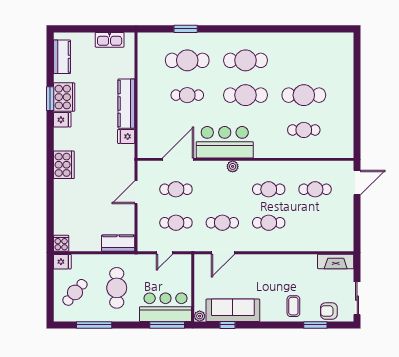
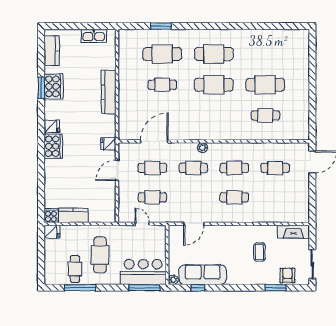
fridge: (62, 120) -> (52, 126), moved
fridge: (126, 136) -> (108, 144), moved
bar counter: (225, 142) -> (195, 126), removed
cafe table: (222, 223) -> (193, 168), moved
kitchen counter: (118, 243) -> (73, 215), moved
door: (164, 253) -> (142, 224), swing flipped
cafe table: (75, 292) -> (75, 269), moved, turned -41
coffee table: (293, 306) -> (259, 252), moved
armchair: (329, 311) -> (287, 275), turned 90

